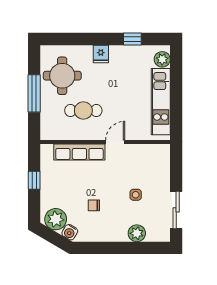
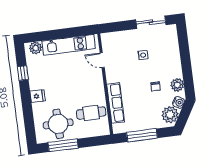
window: (34, 93) -> (63, 145), moved
cafe table: (83, 111) -> (91, 113), moved, turned 90
door: (115, 142) -> (102, 60), moved
window: (34, 180) -> (142, 135), width x2.17
plant: (137, 233) -> (177, 85), moved

